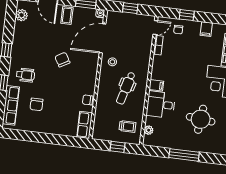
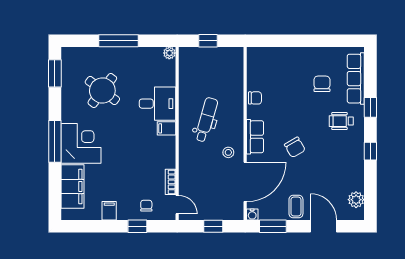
door: (155, 27) -> (177, 205), swing flipped
round table: (201, 119) -> (102, 91), turned 31
row of seats: (85, 125) -> (255, 137), moved
trolley: (127, 126) -> (198, 69), removed
plant: (149, 130) -> (169, 53), moved

